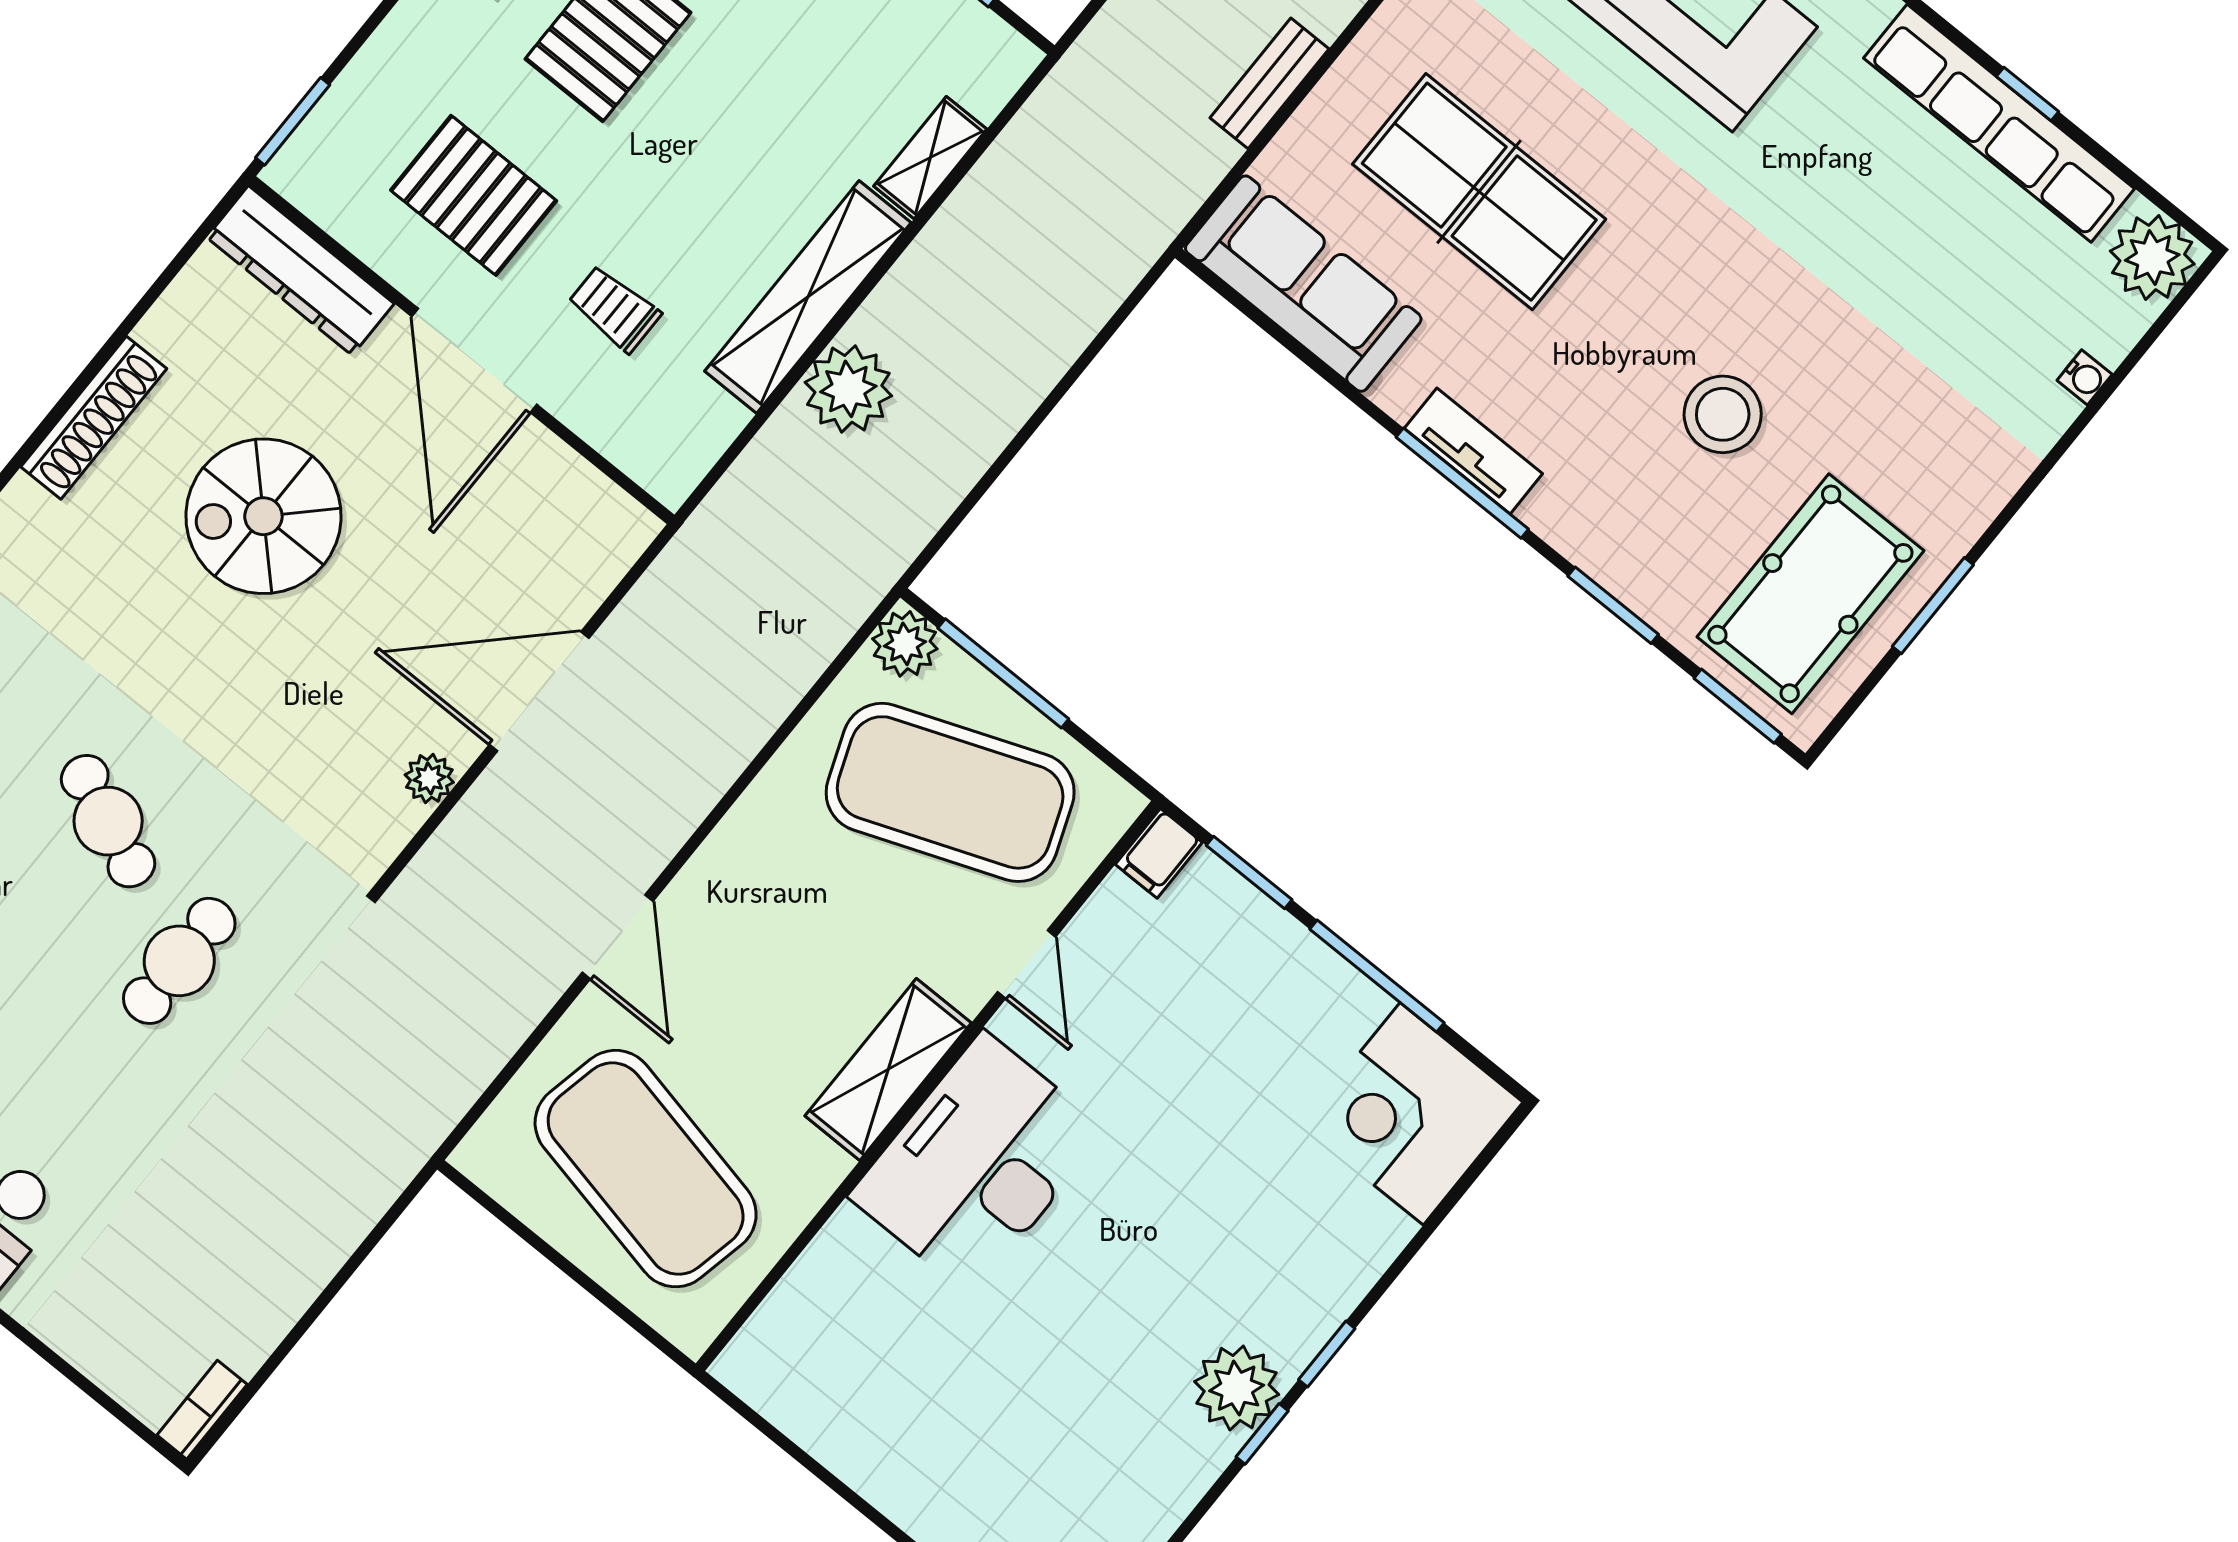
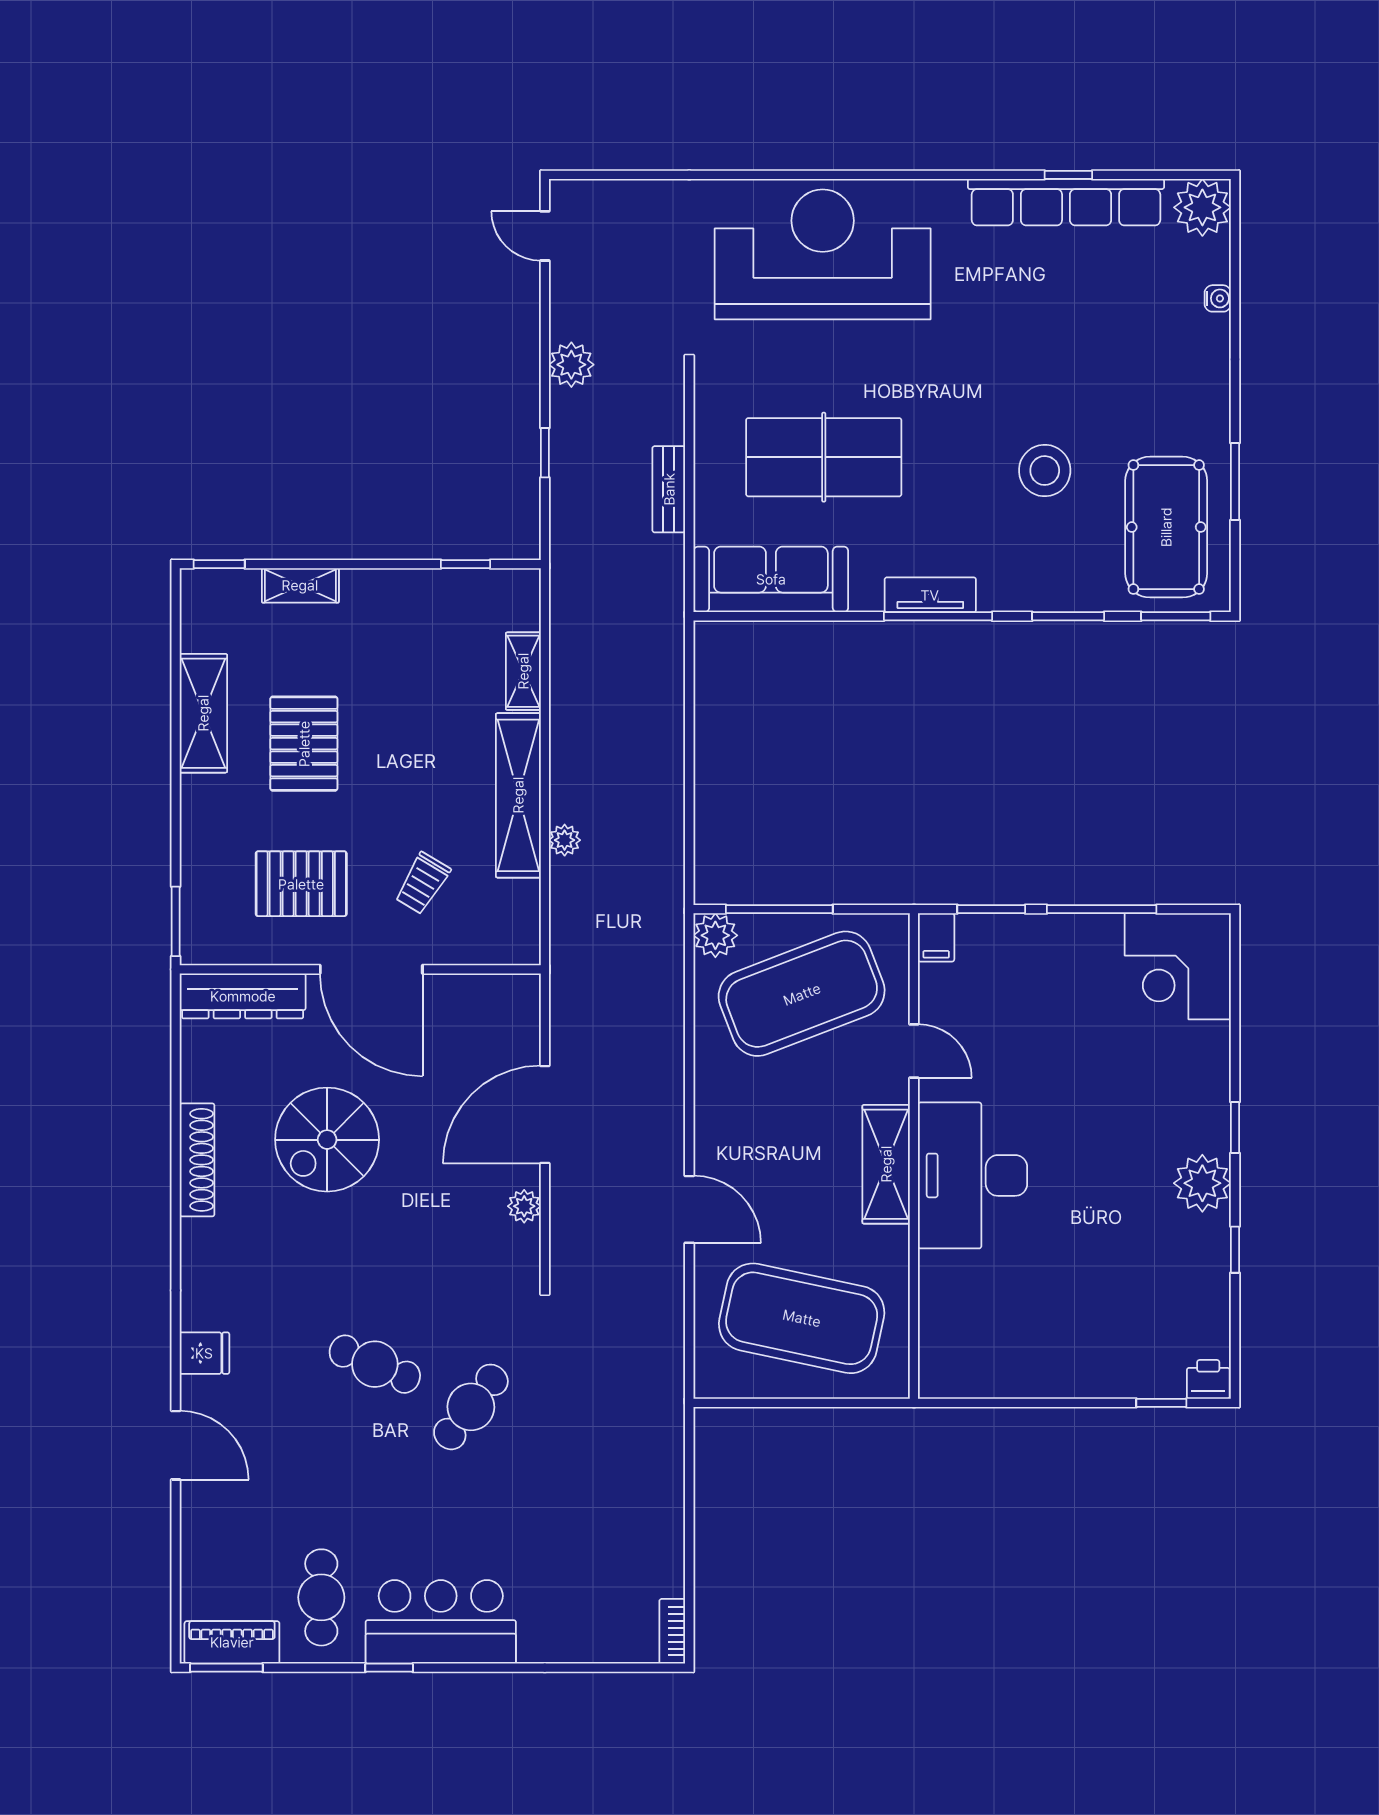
trolley: (614, 309) -> (422, 883), turned -59
plant: (848, 389) -> (565, 840), width x0.53, depth x0.53
cafe table: (179, 961) -> (471, 1407), turned 38
window: (1262, 1434) -> (1235, 1250), moved

